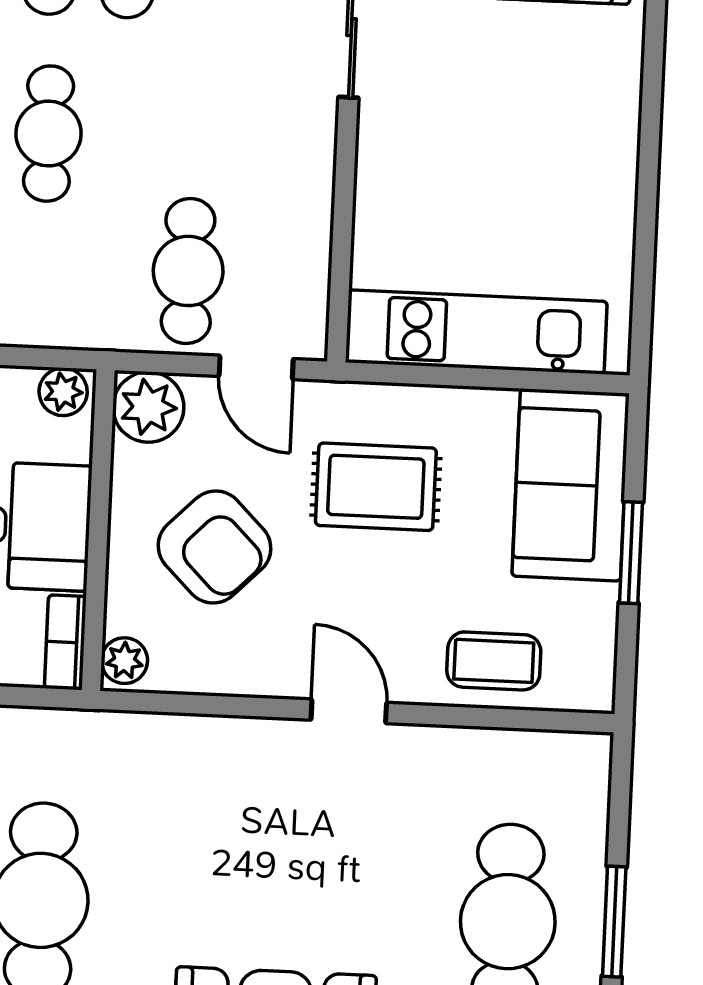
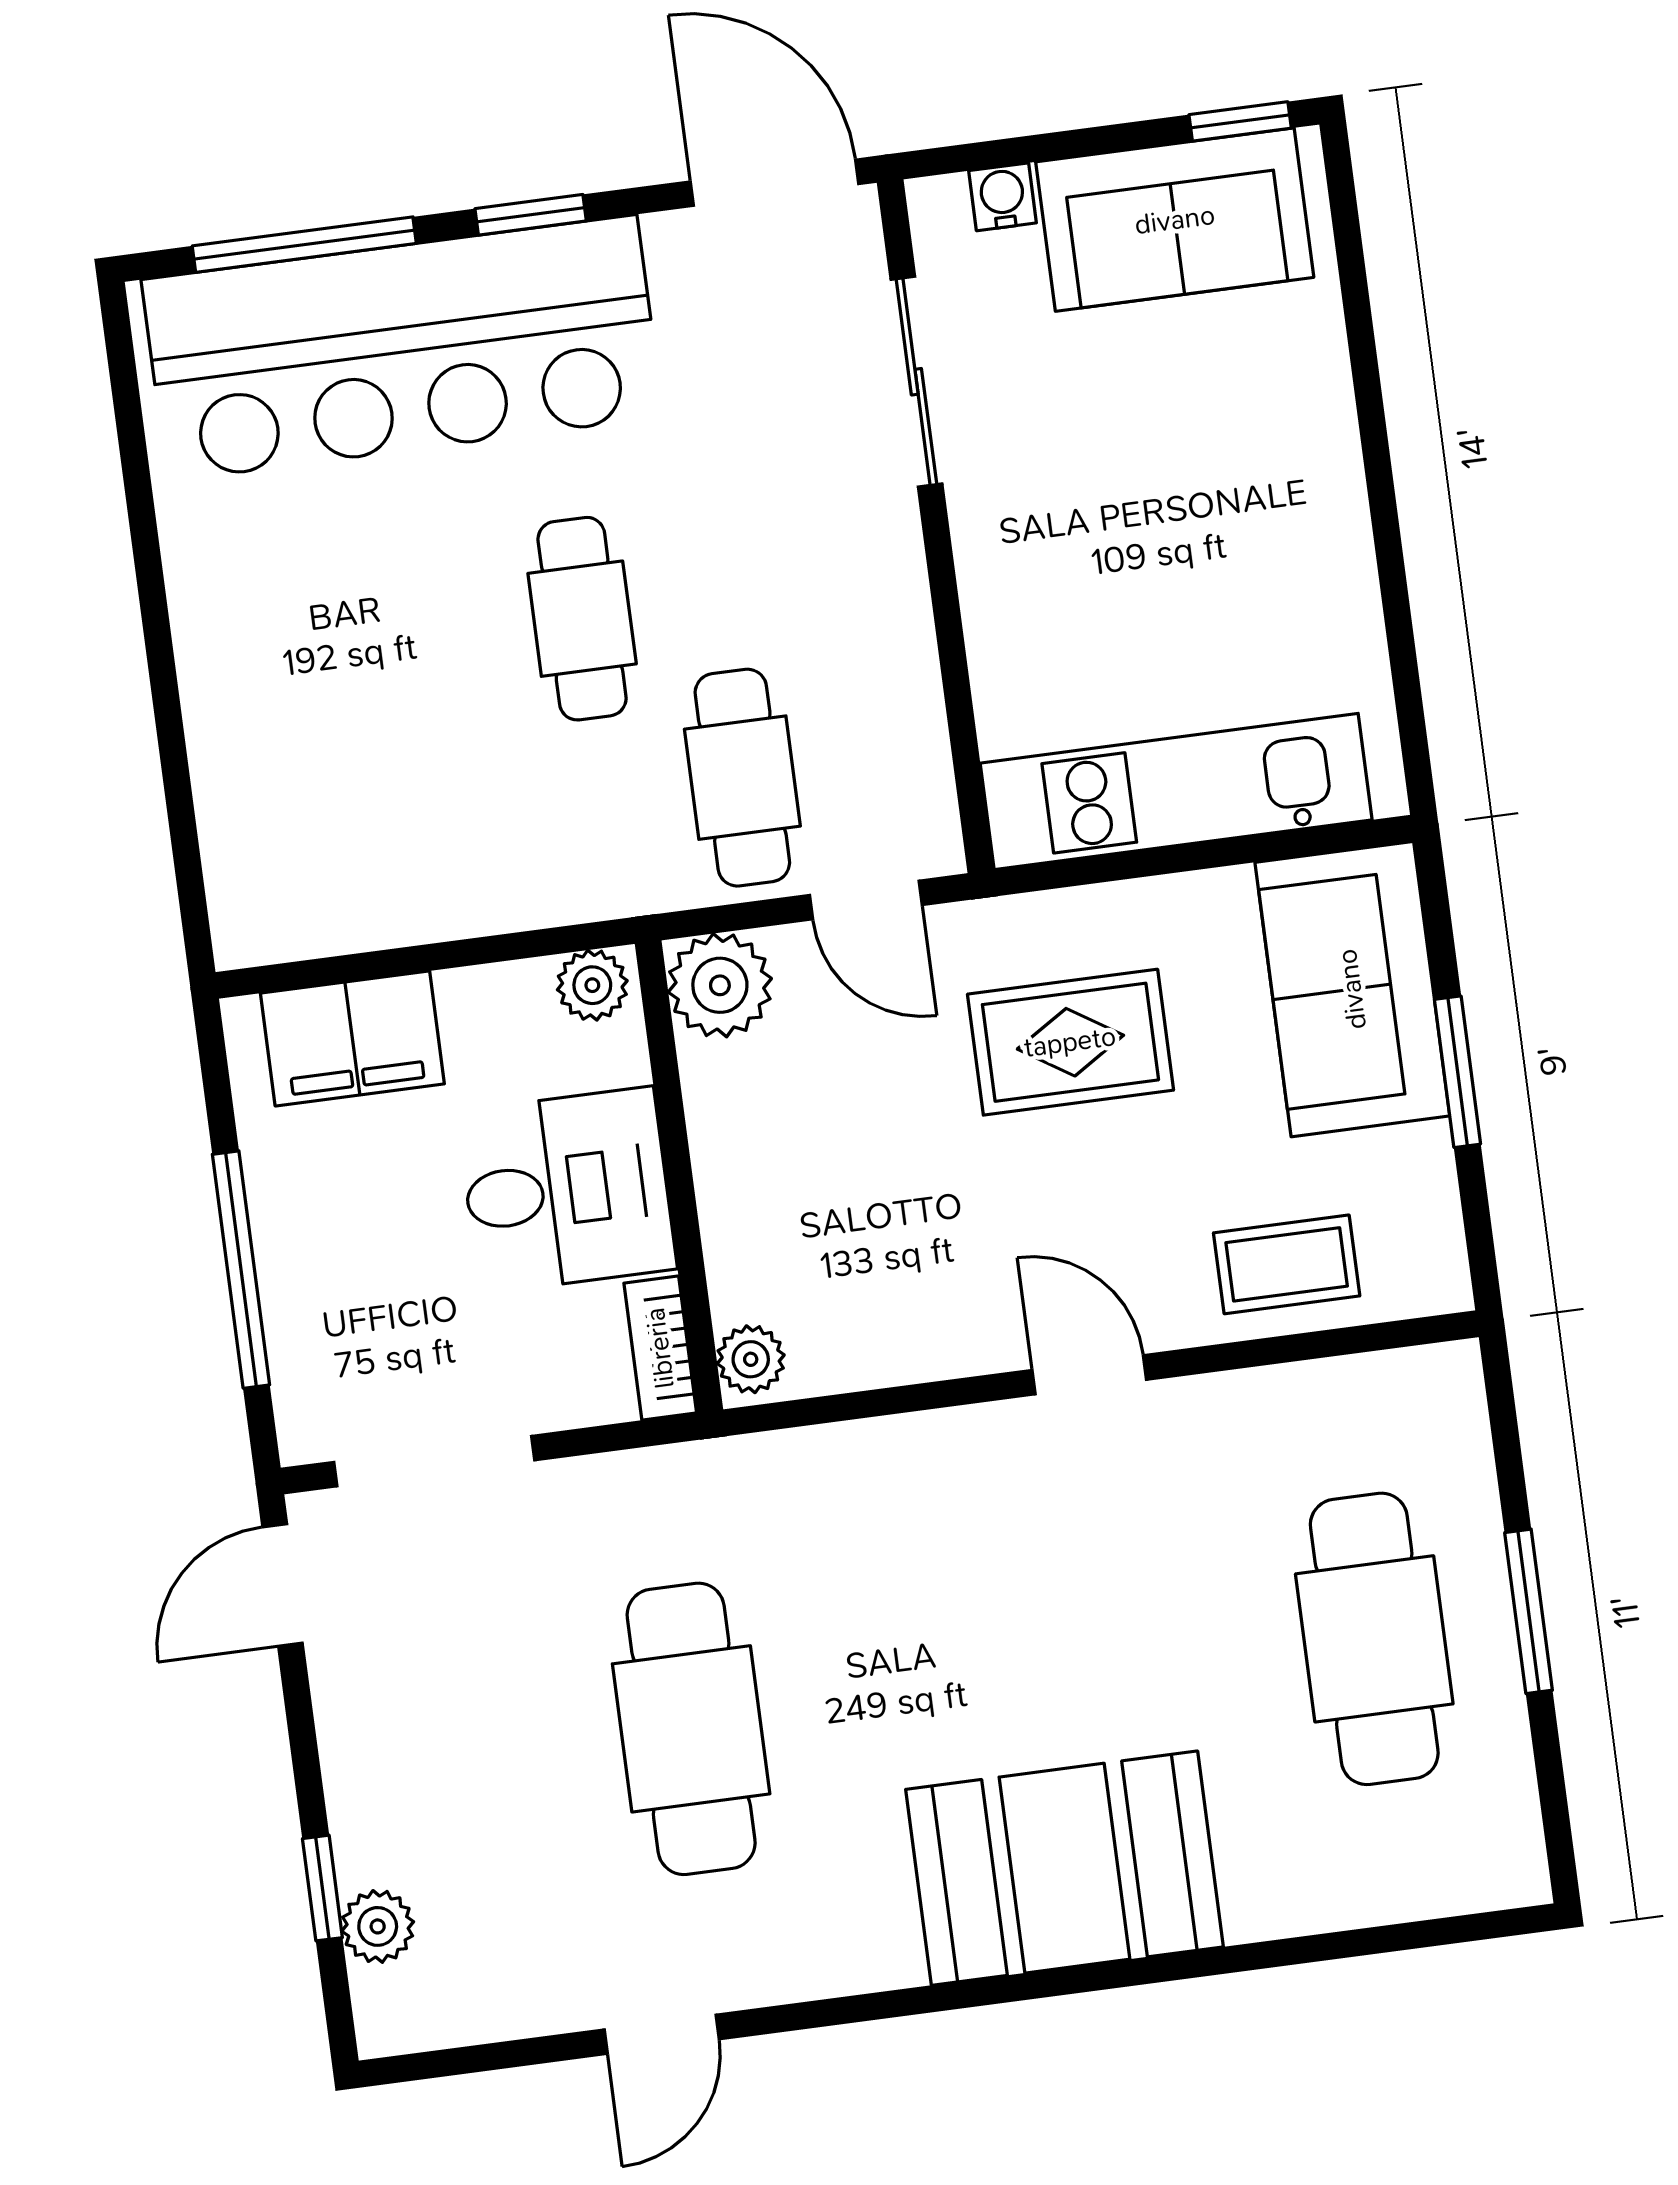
cafe table: (49, 134) -> (582, 619), moved
armchair: (214, 547) -> (852, 1171), removed

